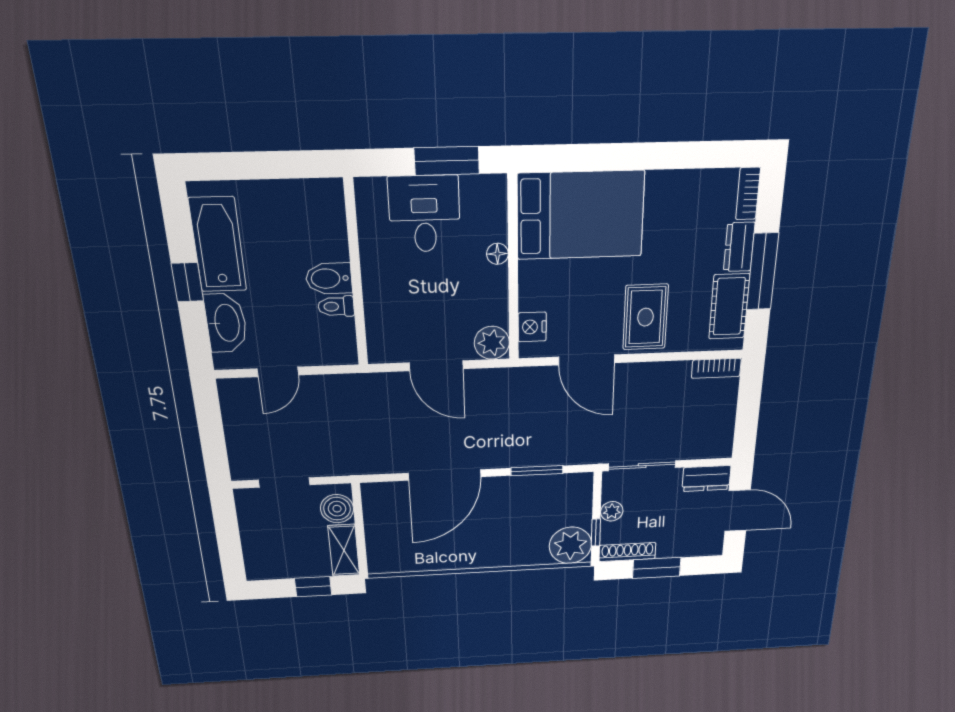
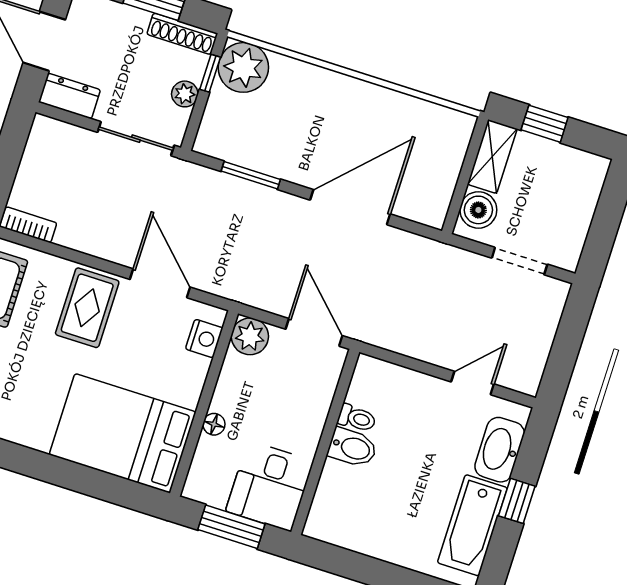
wall: (356, 275) -> (325, 442), moved
bidet: (329, 278) -> (352, 448), moved
toilet: (336, 306) -> (357, 418), moved

